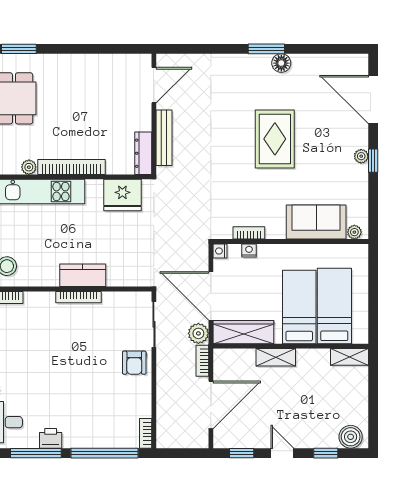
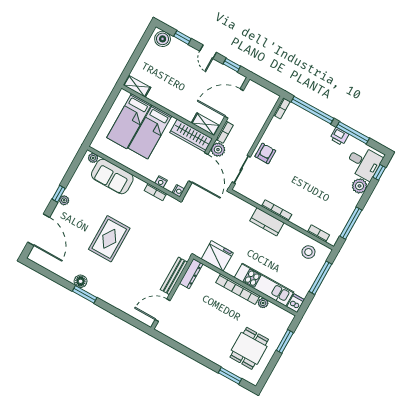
shelving: (276, 357) -> (206, 124), moved

